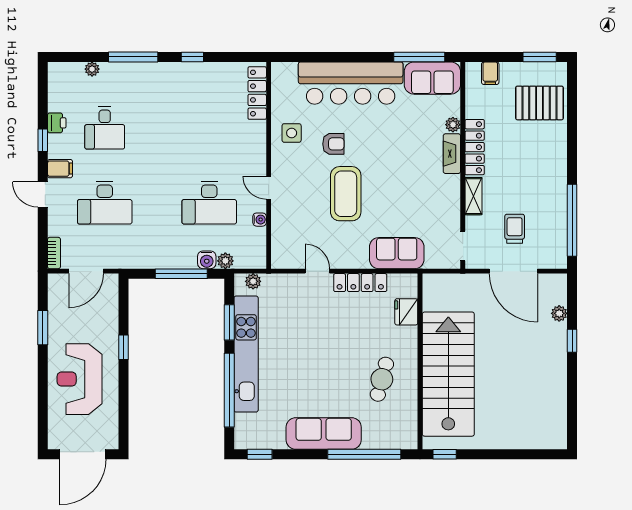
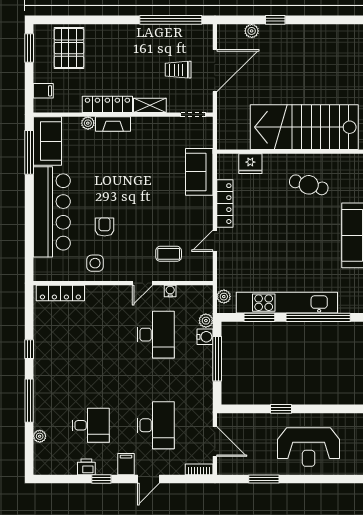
coffee table: (346, 194) -> (169, 254), moved, width x0.54, depth x0.58

